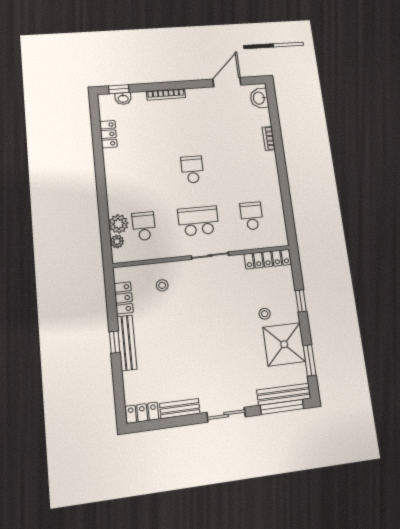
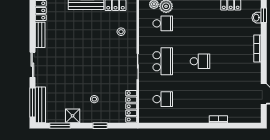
washbasin: (259, 98) -> (250, 116), removed
shower: (284, 344) -> (73, 116), width x0.54, depth x0.54

